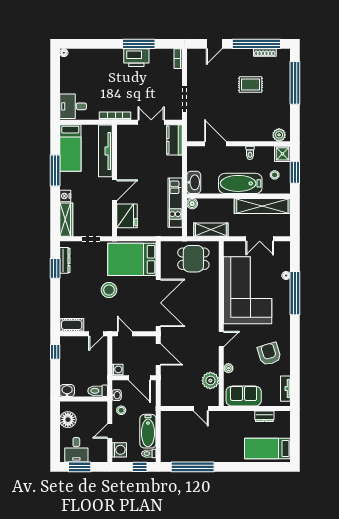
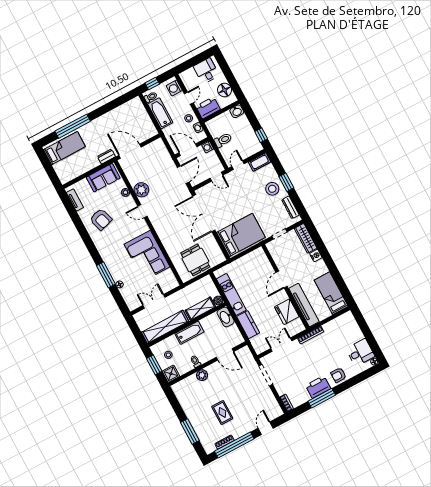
armchair: (109, 59) -> (338, 375), added
window: (295, 83) -> (190, 431), width x0.68
rug: (251, 85) -> (222, 412), turned 90
desk: (73, 106) -> (360, 352), moved
double door: (151, 122) -> (281, 345), swing flipped
plant: (279, 135) -> (202, 375), moved
kitchen counter: (175, 140) -> (248, 325), moved
window: (55, 171) -> (334, 270), removed
bathtub: (240, 183) -> (189, 333), width x0.73, depth x0.73
fridge: (127, 216) -> (287, 312), moved
shelving: (211, 230) -> (200, 309), moved
dining table: (193, 259) -> (195, 260), turned 90
window: (55, 268) -> (286, 182), moved
stool: (109, 290) -> (272, 189), moved
corner sofa: (248, 290) -> (147, 256), width x0.73, depth x0.74
window: (295, 293) -> (106, 275), width x0.68
door: (221, 339) -> (142, 211), hinge flipped
door: (158, 354) -> (183, 175), swing flipped
plant: (210, 381) -> (141, 190), moved
toilet: (98, 391) -> (223, 140), moved
door: (201, 409) -> (130, 151), width x1.87
printer: (95, 410) -> (208, 108), added
dresser: (264, 416) -> (106, 156), moved
window: (80, 467) -> (197, 60), removed
window: (193, 467) -> (73, 126), moved

